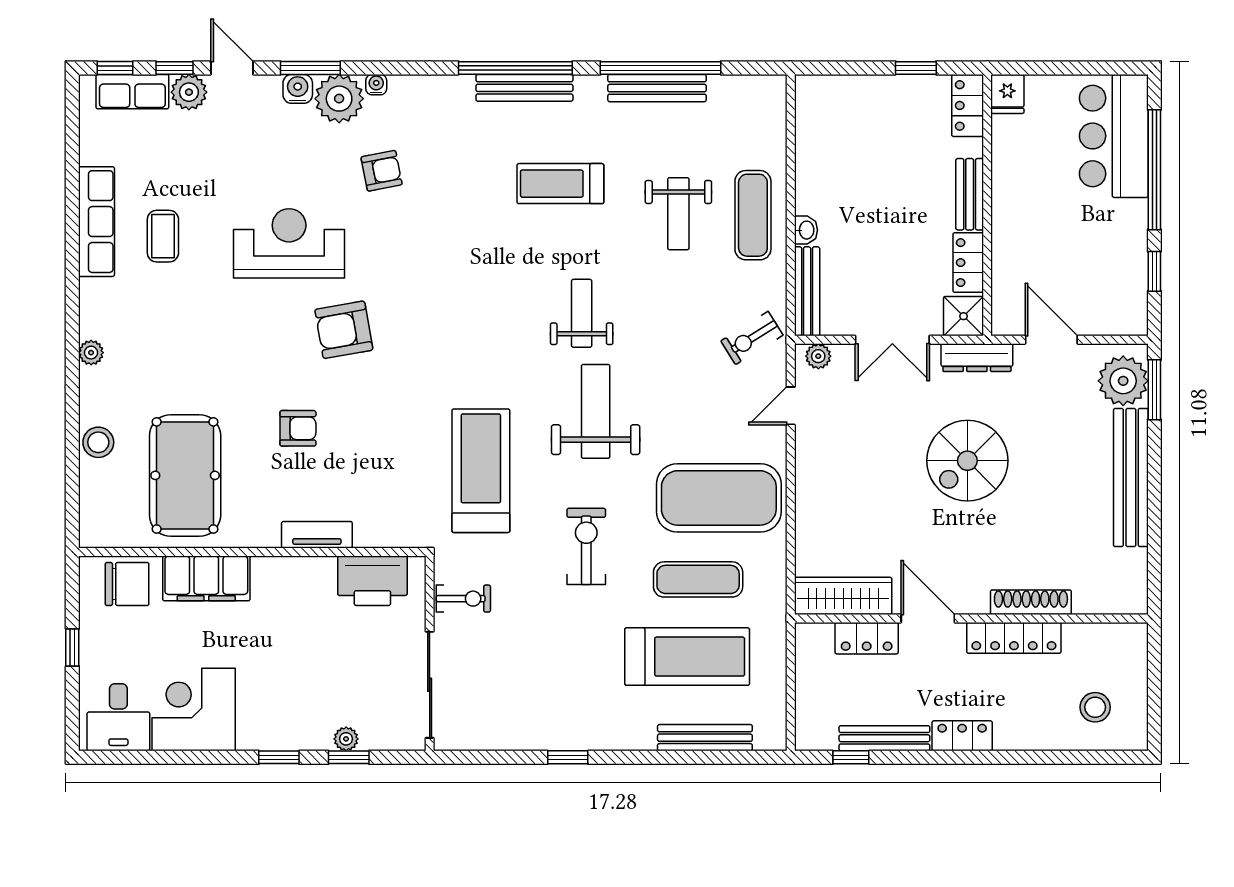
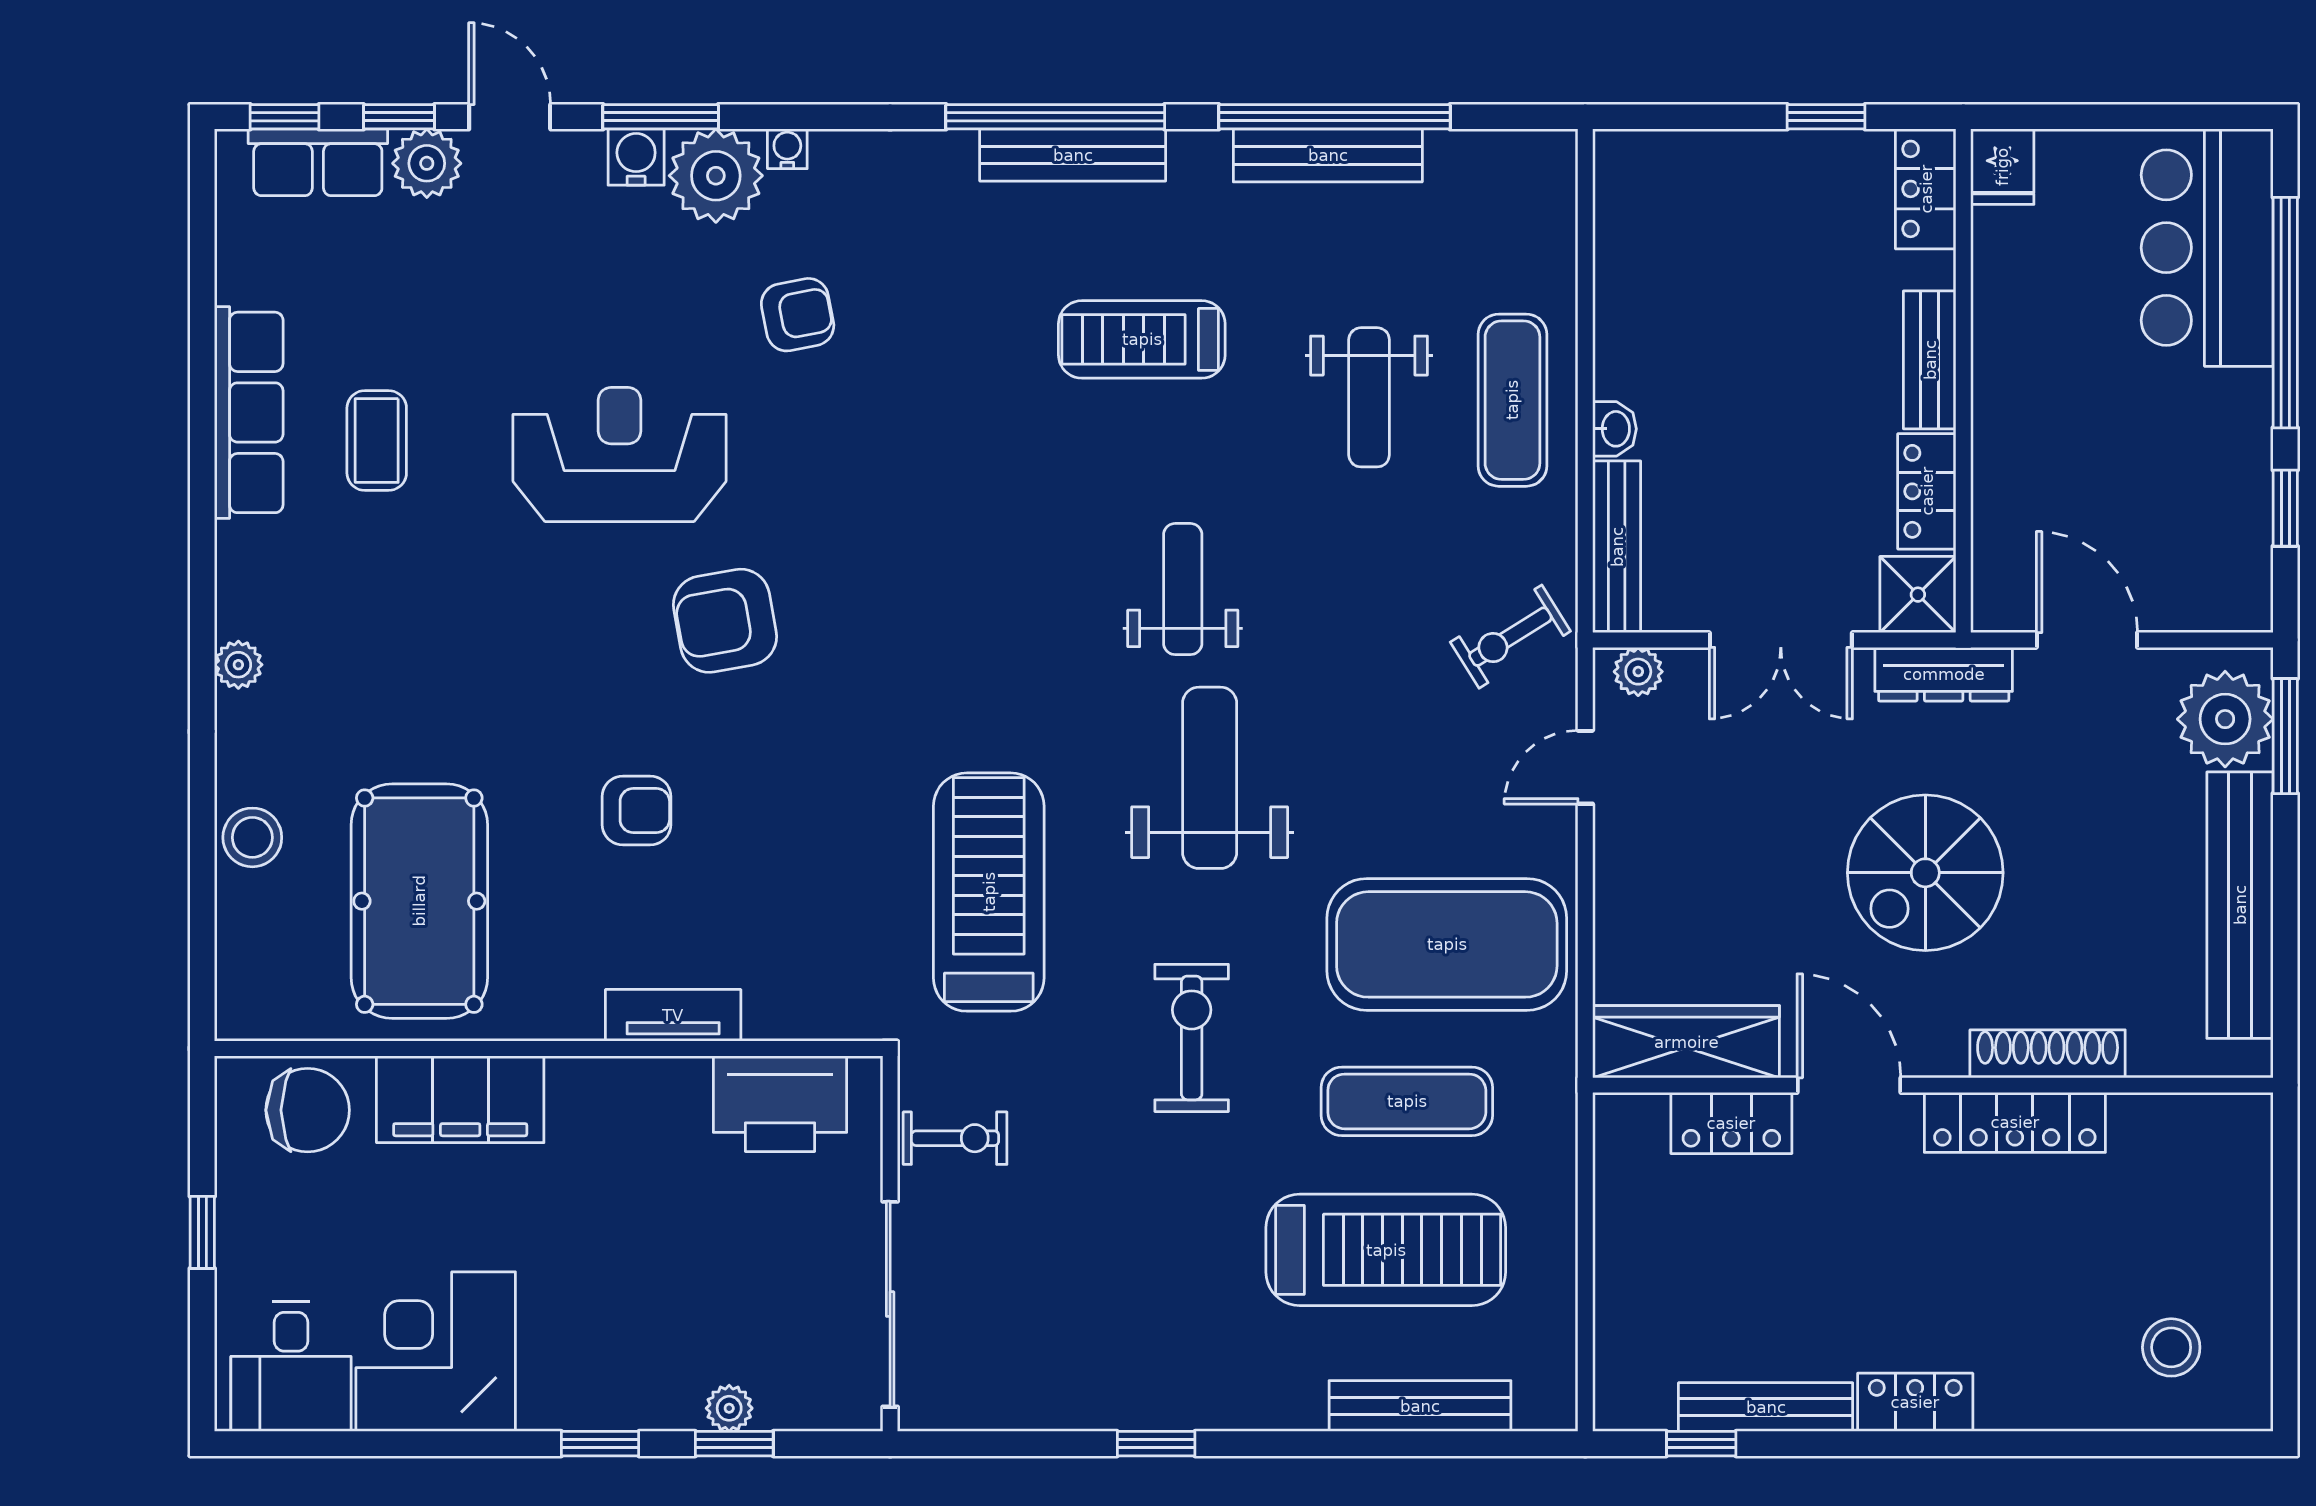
wardrobe: (843, 596) -> (1686, 1042), moved
shoe rack: (1031, 602) -> (2048, 1054), moved
door: (928, 618) -> (1849, 1085), moved
wall: (971, 618) -> (1933, 1085), moved
locker: (867, 638) -> (1731, 1123), moved
locker: (1014, 638) -> (2015, 1122), moved

